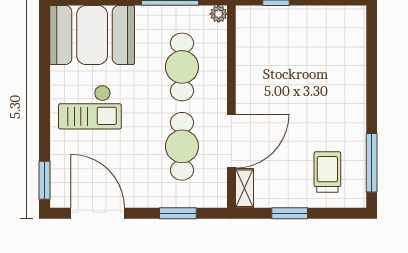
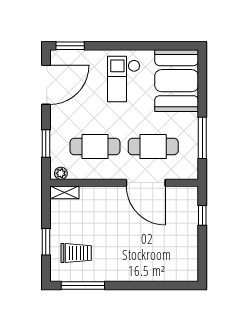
plant: (219, 14) -> (61, 173), moved
door: (231, 141) -> (146, 183), moved
window: (290, 213) -> (46, 242), moved

